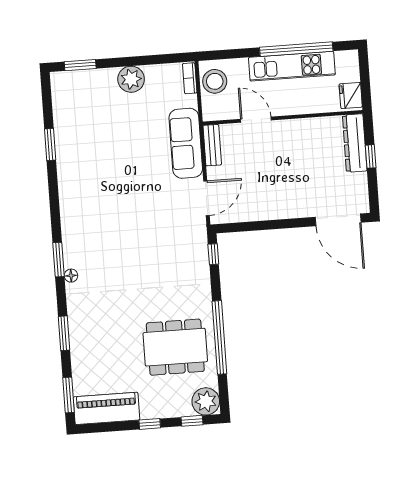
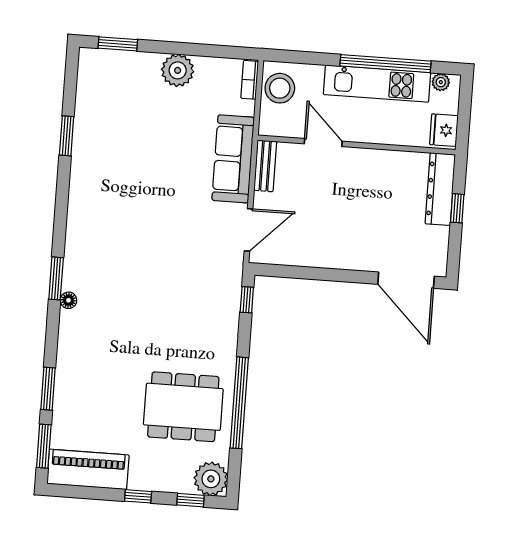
plant: (343, 58) -> (441, 82), added
window: (64, 333) -> (48, 389), moved

